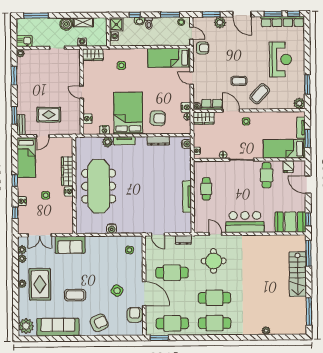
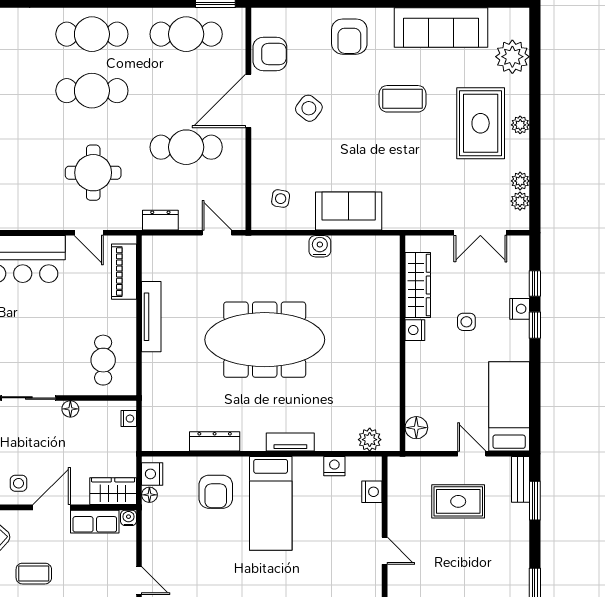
nightstand: (186, 107) -> (152, 474), moved
door: (231, 111) -> (52, 507), swing flipped
bed: (128, 113) -> (271, 503), width x0.67
armchair: (158, 118) -> (216, 492), turned -94
door: (43, 136) -> (472, 454), hinge flipped
plant: (108, 142) -> (370, 440), moved
water cooler: (186, 144) -> (152, 434), removed
floor lamp: (68, 148) -> (416, 428), added
wardrobe: (67, 171) -> (418, 285), moved
window: (15, 180) -> (535, 325), moved
meeting table: (99, 186) -> (265, 340), moved, turned 90
cafe table: (206, 189) -> (103, 360), moved
piano: (199, 217) -> (124, 272), added
double door: (40, 235) -> (480, 233), swing flipped
sofa: (70, 245) -> (349, 211), moved
door: (144, 294) -> (248, 101), hinge flipped
armchair: (135, 315) -> (270, 54), turned -90
armchair: (99, 323) -> (349, 37), turned -66
plant: (26, 326) -> (512, 57), moved

